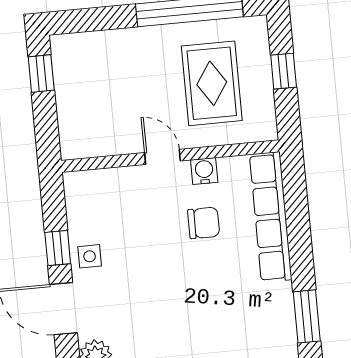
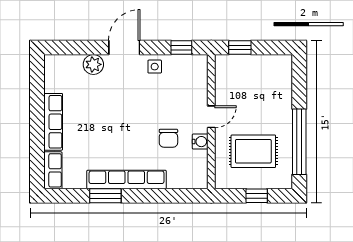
window: (41, 73) -> (240, 48), moved
row of seats: (271, 217) -> (127, 180), moved
window: (58, 248) -> (181, 48), moved

